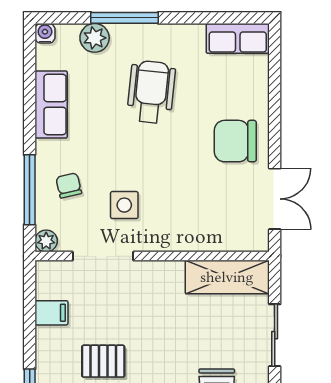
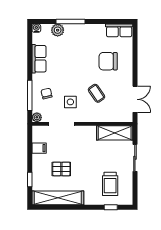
wheelchair: (151, 92) -> (82, 53), removed
chair: (235, 141) -> (108, 61), moved
coffee table: (185, 185) -> (97, 93), added

